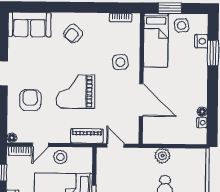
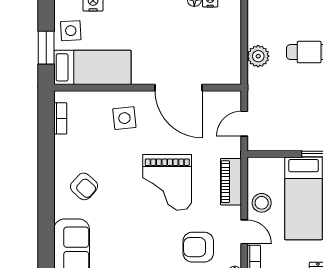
armchair: (30, 100) -> (198, 247), moved
door: (141, 100) -> (179, 88), swing flipped
piano: (87, 136) -> (231, 182), moved

